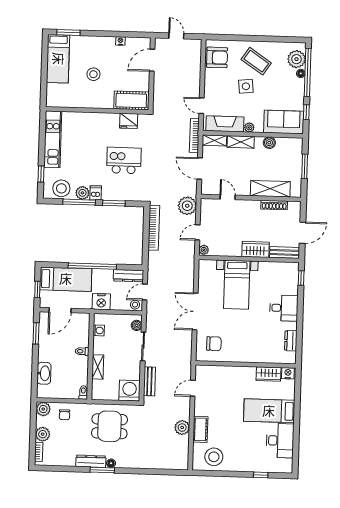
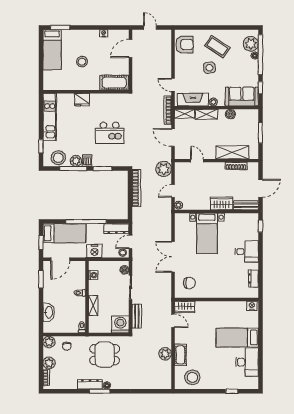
fridge: (129, 121) -> (82, 100), moved
kitchen island: (124, 160) -> (110, 133), turned 180
wardrobe: (269, 374) -> (185, 307), moved
door: (193, 388) -> (173, 321), swing flipped

